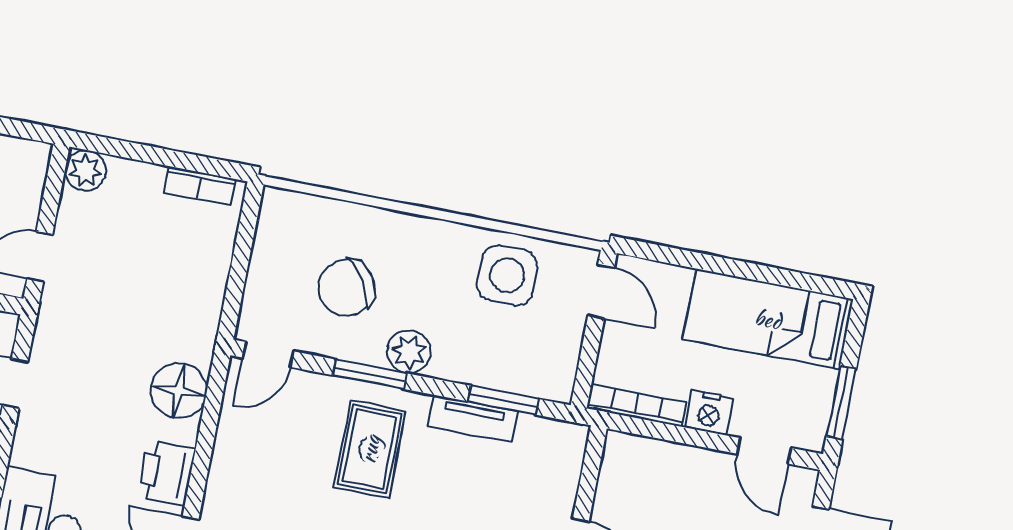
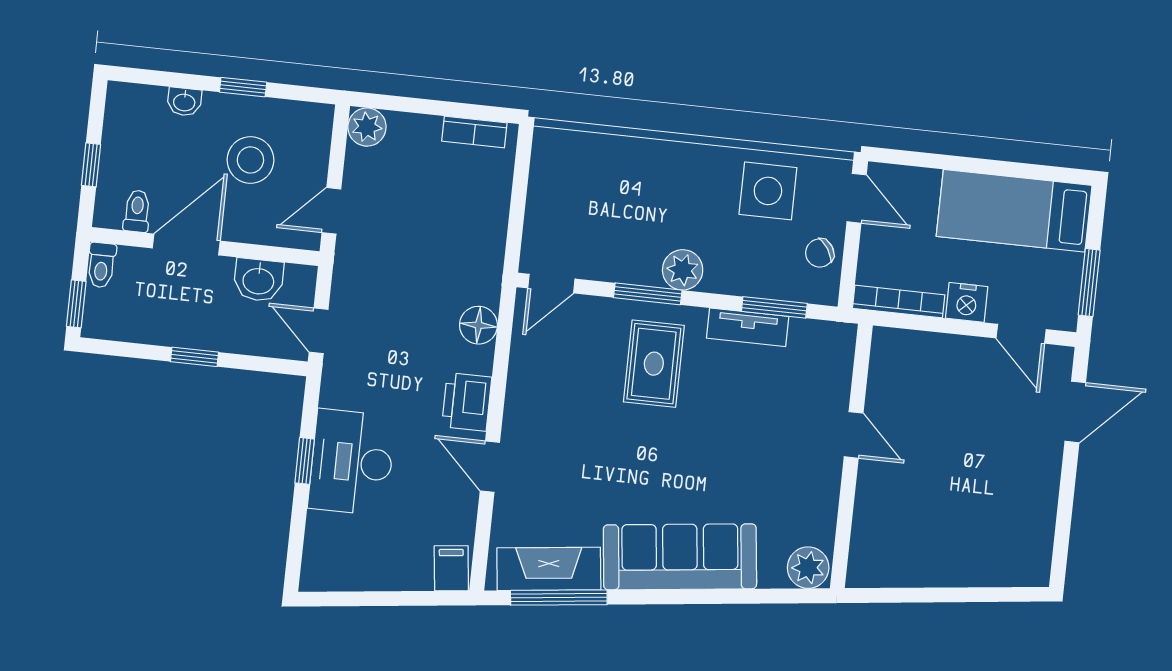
chair: (346, 288) -> (820, 253), moved, width x0.54, depth x0.54
floor lamp: (179, 391) -> (478, 325), width x0.73, depth x0.73

